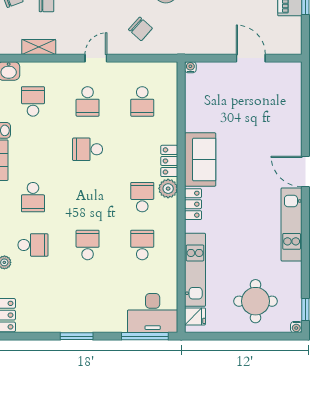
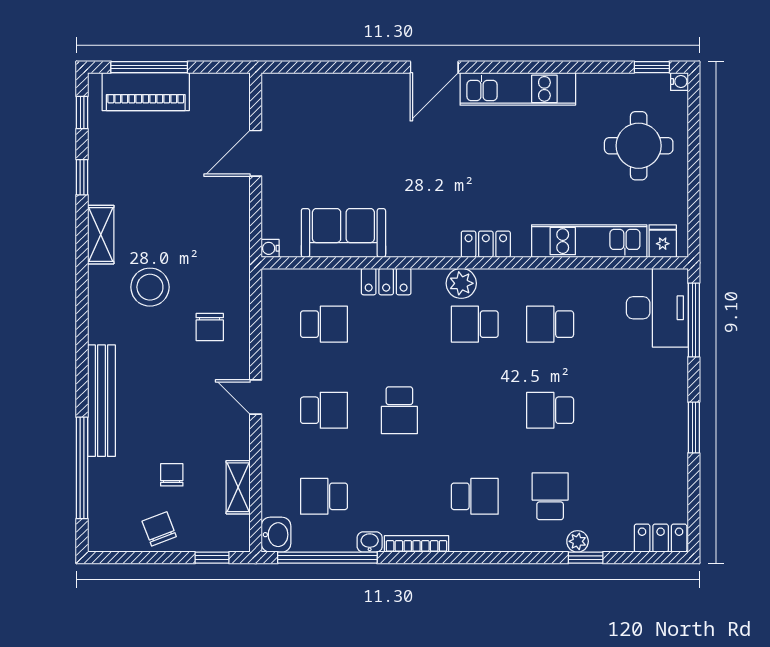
chair: (140, 29) -> (210, 327), turned 138
sofa: (200, 160) -> (343, 233), moved
locker: (169, 161) -> (386, 282), moved

